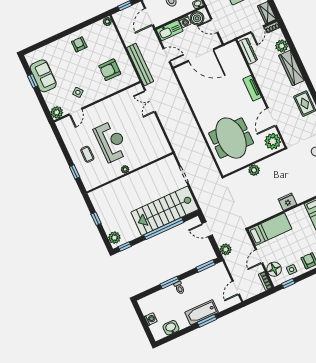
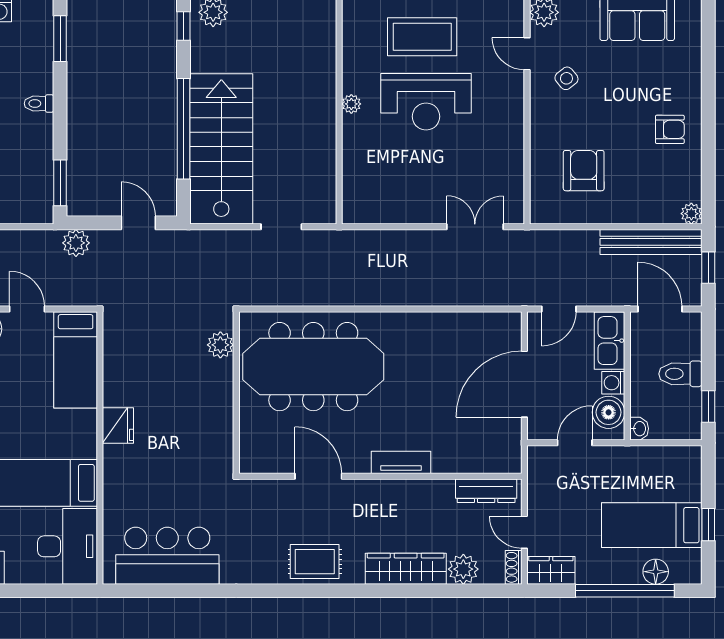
bench: (140, 65) -> (651, 242), moved
meeting table: (231, 138) -> (313, 367), width x1.36
plant: (273, 141) -> (264, 454), removed
coffee table: (87, 154) -> (422, 37), width x1.86, depth x1.72
plant: (254, 170) -> (220, 345), moved
door: (207, 229) -> (138, 223), hinge flipped
window: (170, 283) -> (60, 39), moved

